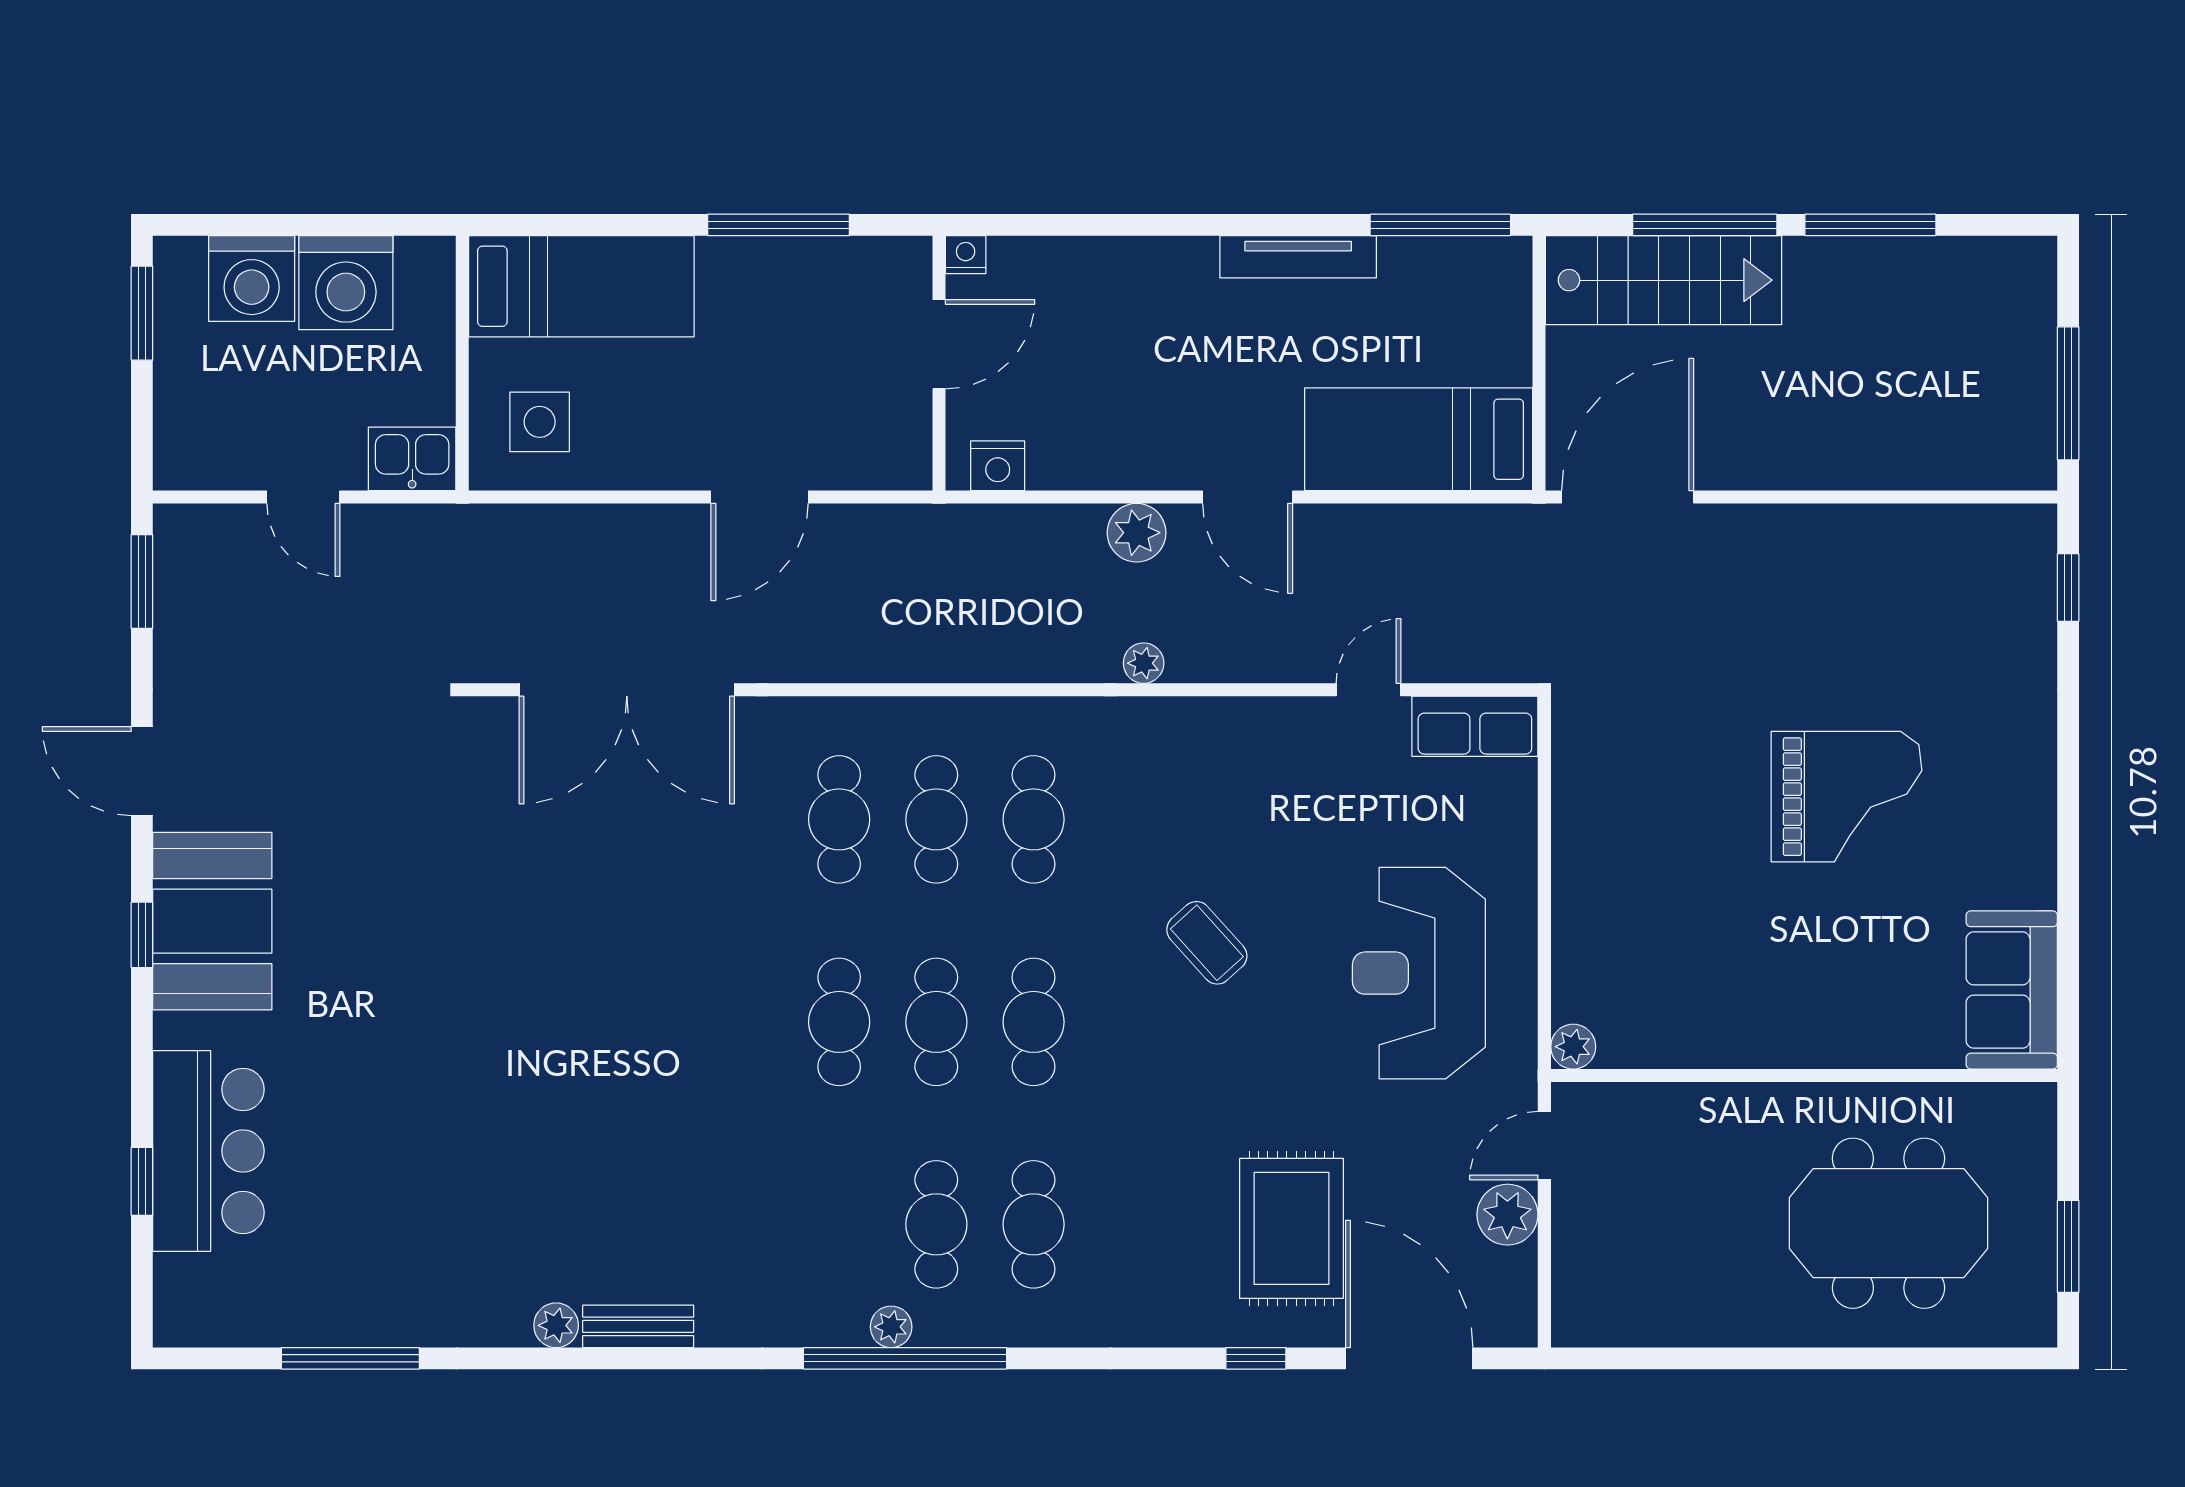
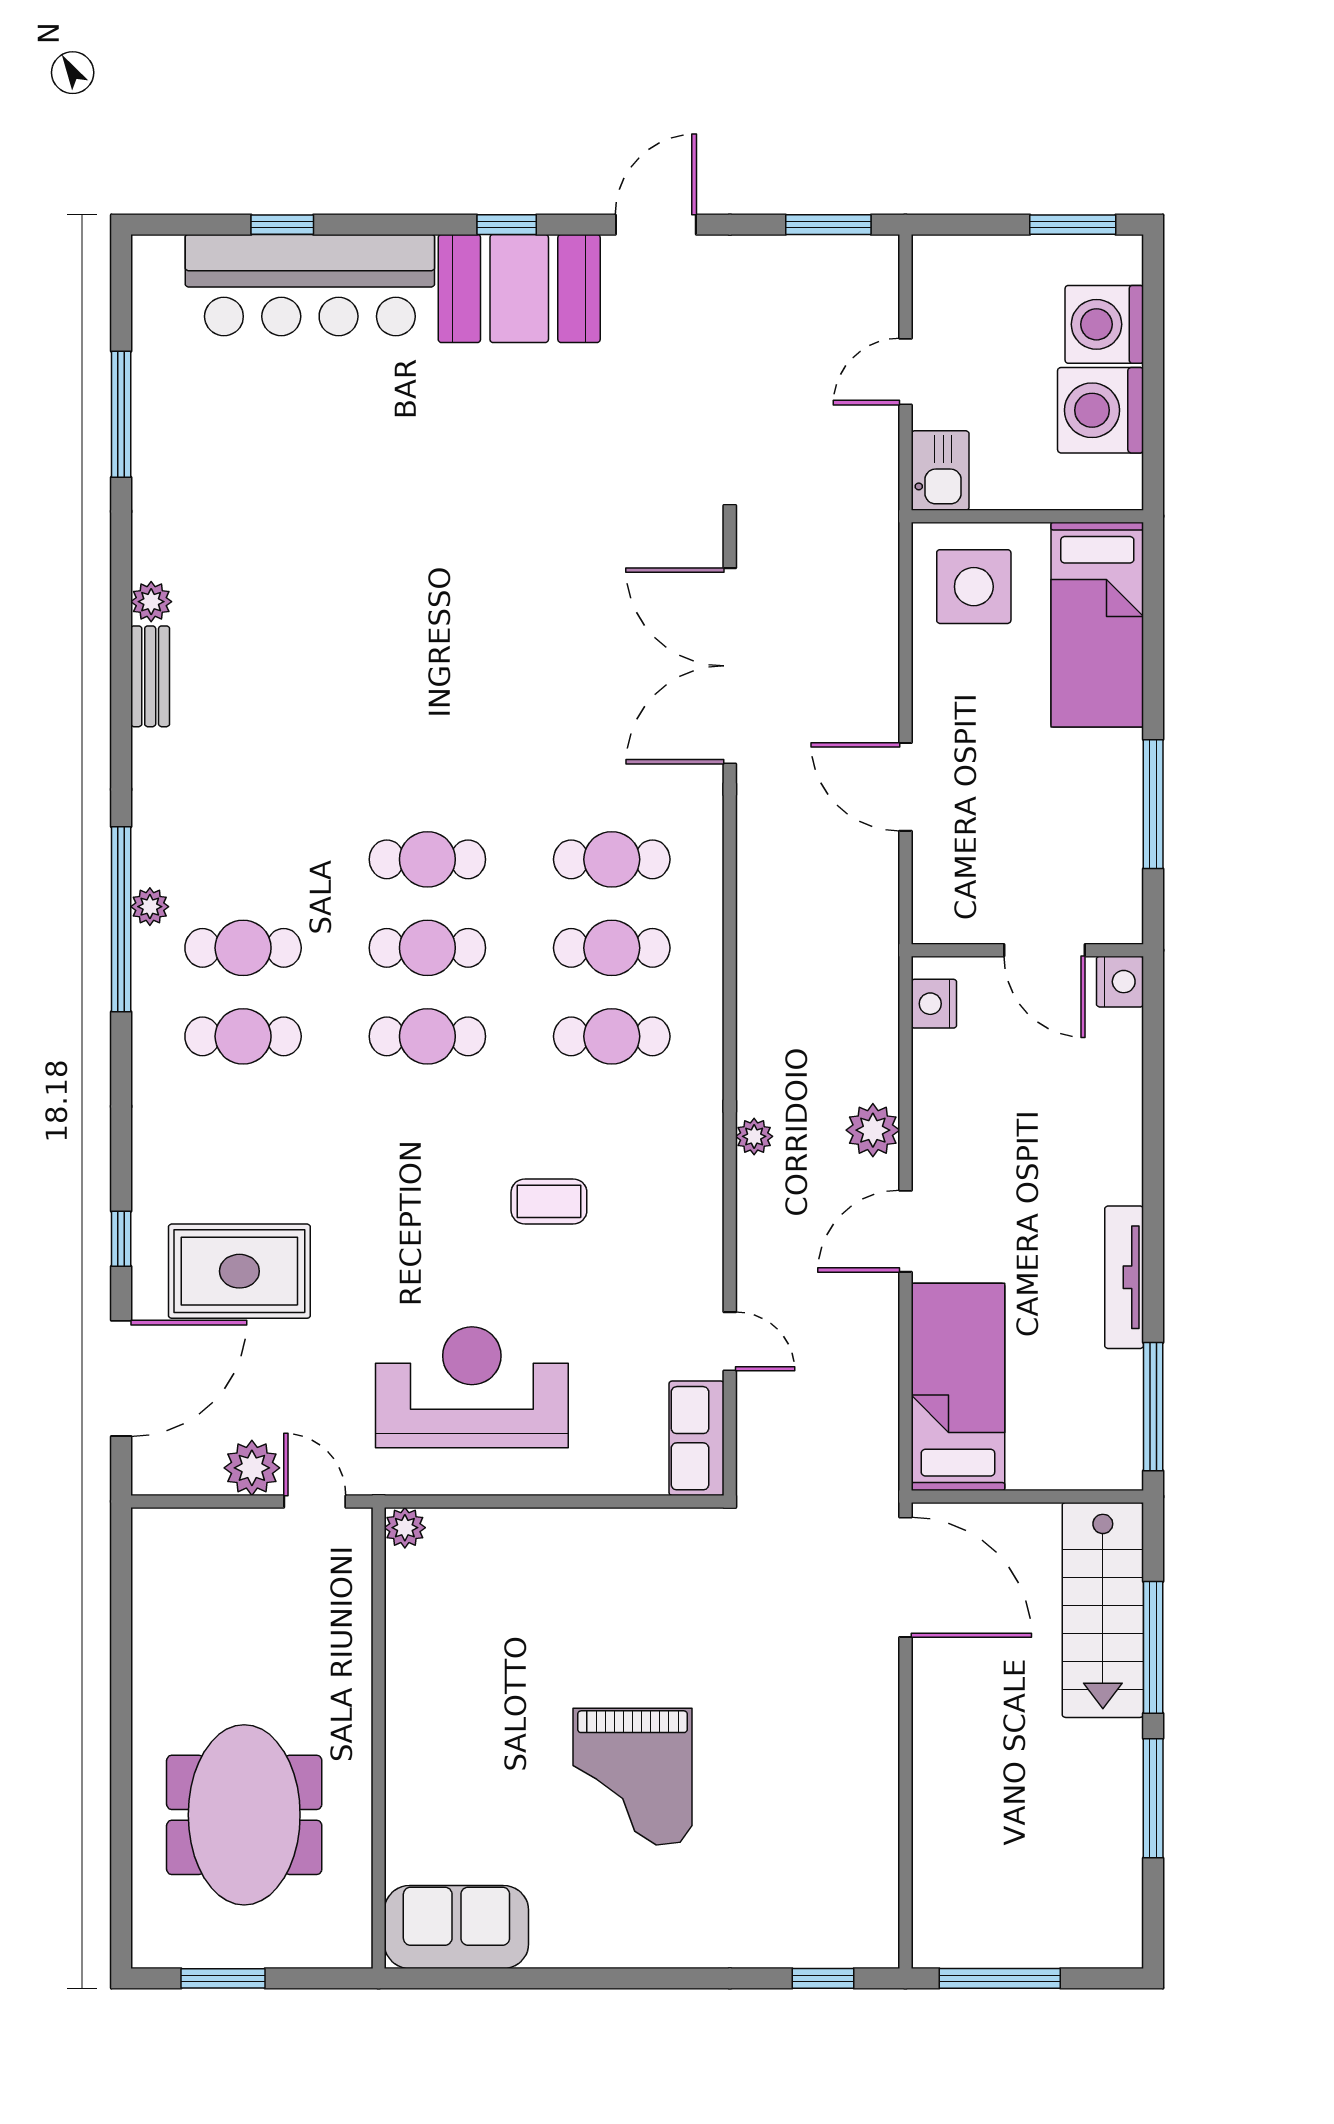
nightstand: (966, 255) -> (1120, 982), width x1.39, depth x1.35
side table: (540, 422) -> (974, 587), width x1.37, depth x1.37
coffee table: (1207, 943) -> (549, 1201), moved, turned 42
bar counter: (208, 1151) -> (310, 285), width x1.36

